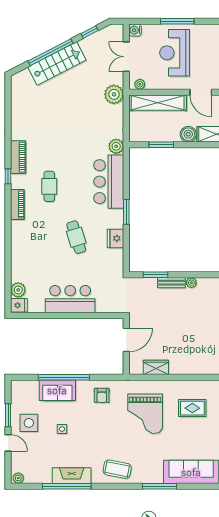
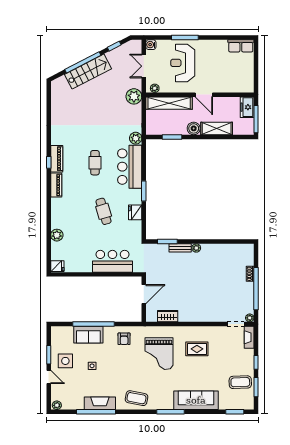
piano: (18, 157) -> (57, 159), moved
cafe table: (49, 186) -> (95, 163), moved
plant: (18, 290) -> (57, 235), moved
bar counter: (70, 299) -> (112, 261), moved

